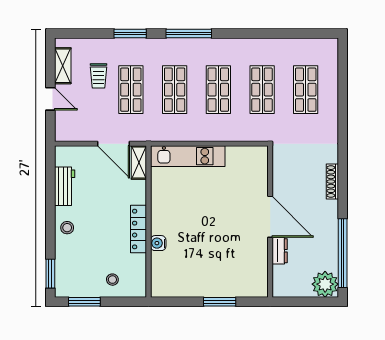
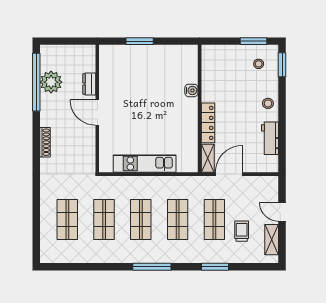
window: (189, 33) -> (152, 267), moved
door: (114, 144) -> (229, 174), hinge flipped
kitchen unit: (188, 156) -> (145, 164), moved
door: (270, 217) -> (97, 113), width x0.73
locker: (139, 229) -> (208, 123), moved
stool: (112, 280) -> (259, 64), moved
plant: (325, 284) -> (51, 82), moved

